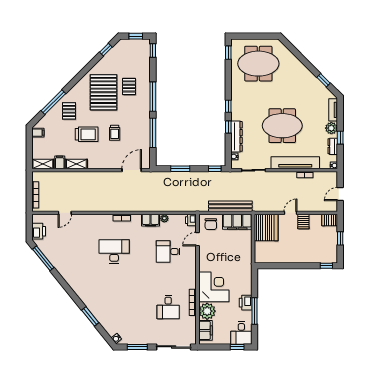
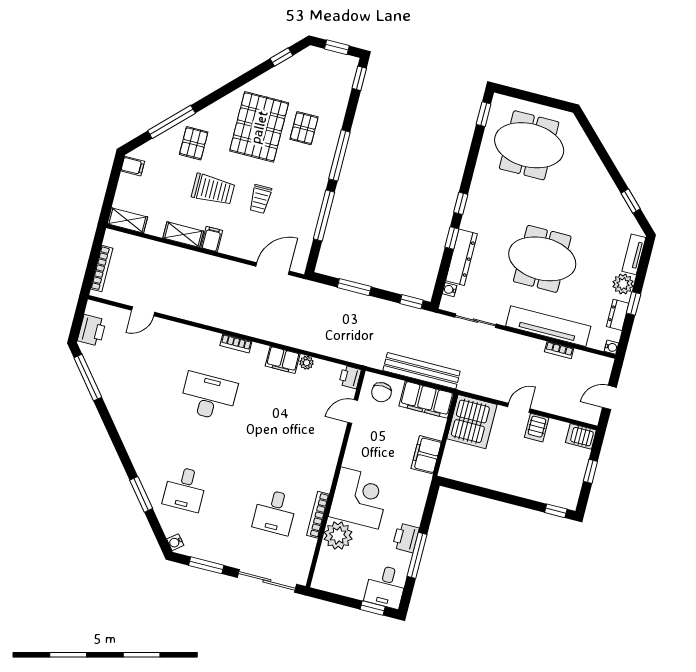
filing cabinet: (60, 162) -> (212, 239), moved
desk: (168, 252) -> (185, 489), moved, turned -90
filing cabinet: (205, 330) -> (426, 455), moved, turned 180

